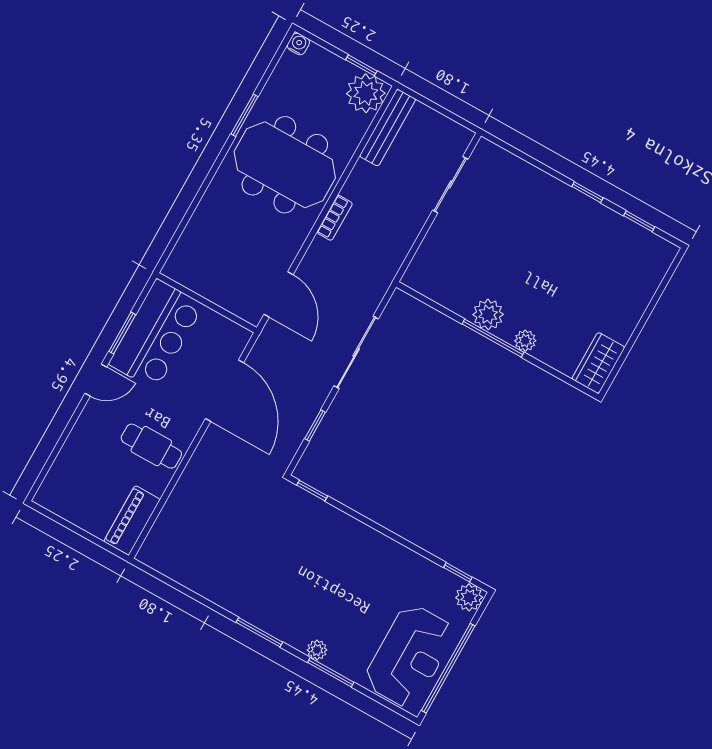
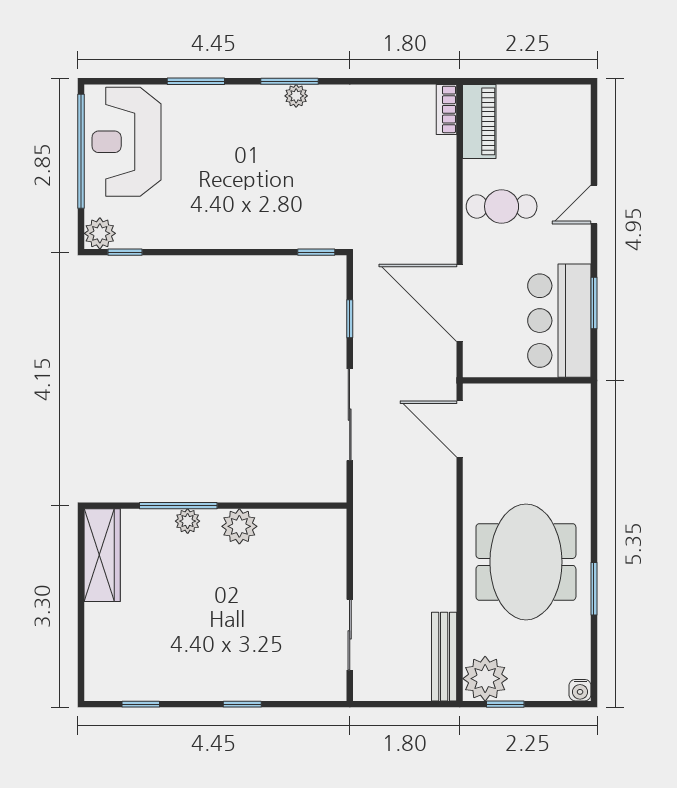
meeting table: (285, 165) -> (526, 562), turned 90
window: (587, 192) -> (242, 704), moved
bookcase: (335, 218) -> (447, 109), moved
window: (493, 338) -> (178, 506), moved
wardrobe: (598, 363) -> (102, 555), width x1.50
door: (96, 380) -> (594, 205), moved
plant: (317, 650) -> (296, 96), moved

